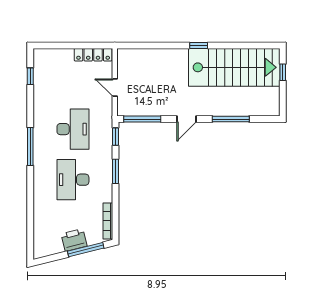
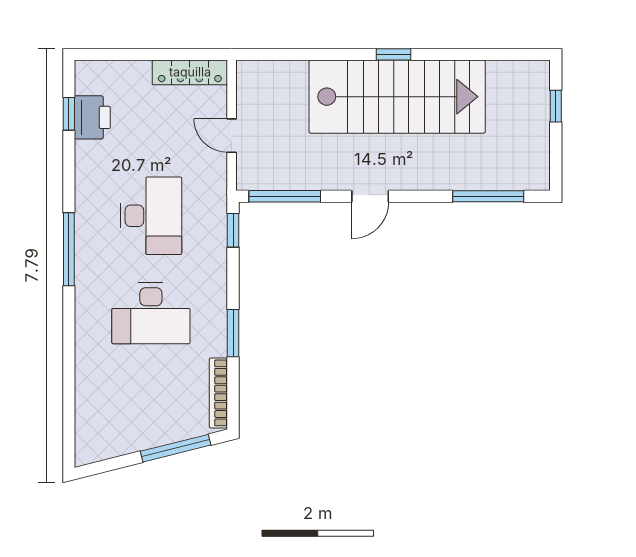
stairs: (234, 67) -> (397, 97), moved
window: (231, 119) -> (488, 196), moved
window: (115, 171) -> (233, 333), moved
desk: (73, 180) -> (151, 313), turned -90
printer: (74, 240) -> (92, 117), moved, turned 104

